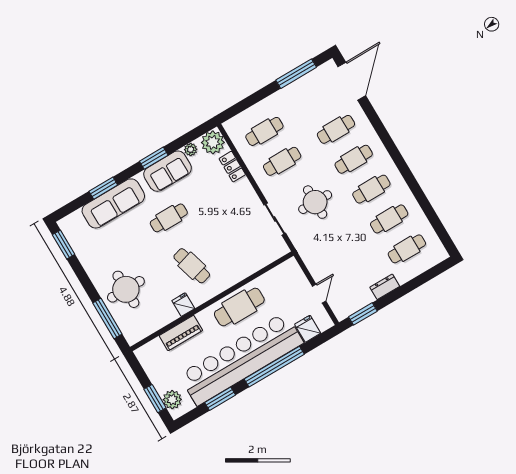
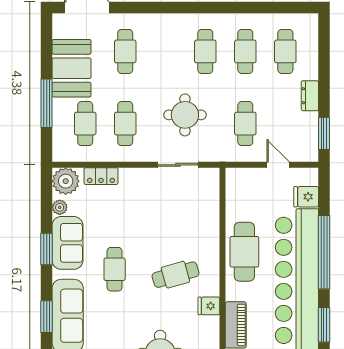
window: (296, 74) -> (47, 103), moved
booth: (300, 97) -> (72, 68), added
cafe table: (354, 159) -> (245, 124), moved

